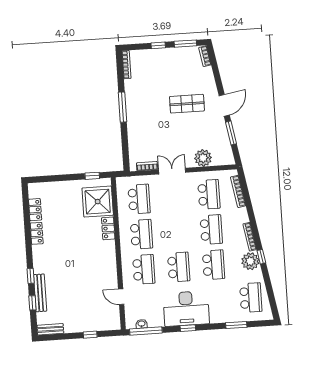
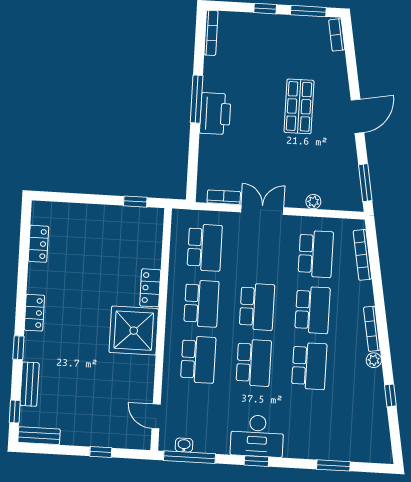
shop shelf: (187, 104) -> (299, 106), turned 90
printer: (135, 115) -> (215, 114), added
window: (231, 133) -> (365, 183), moved
plant: (203, 158) -> (313, 202), width x0.53, depth x0.53
shower: (98, 202) -> (134, 331), moved
locker: (37, 233) -> (34, 313), moved
window: (261, 257) -> (390, 395), moved
plant: (250, 261) -> (374, 360), width x0.53, depth x0.53
bench: (40, 293) -> (29, 384), width x0.73
door: (121, 297) -> (156, 416), moved
school desk: (251, 298) -> (257, 307), moved
window: (32, 303) -> (15, 412), moved
desk: (186, 309) -> (257, 436), width x0.73, depth x0.77

